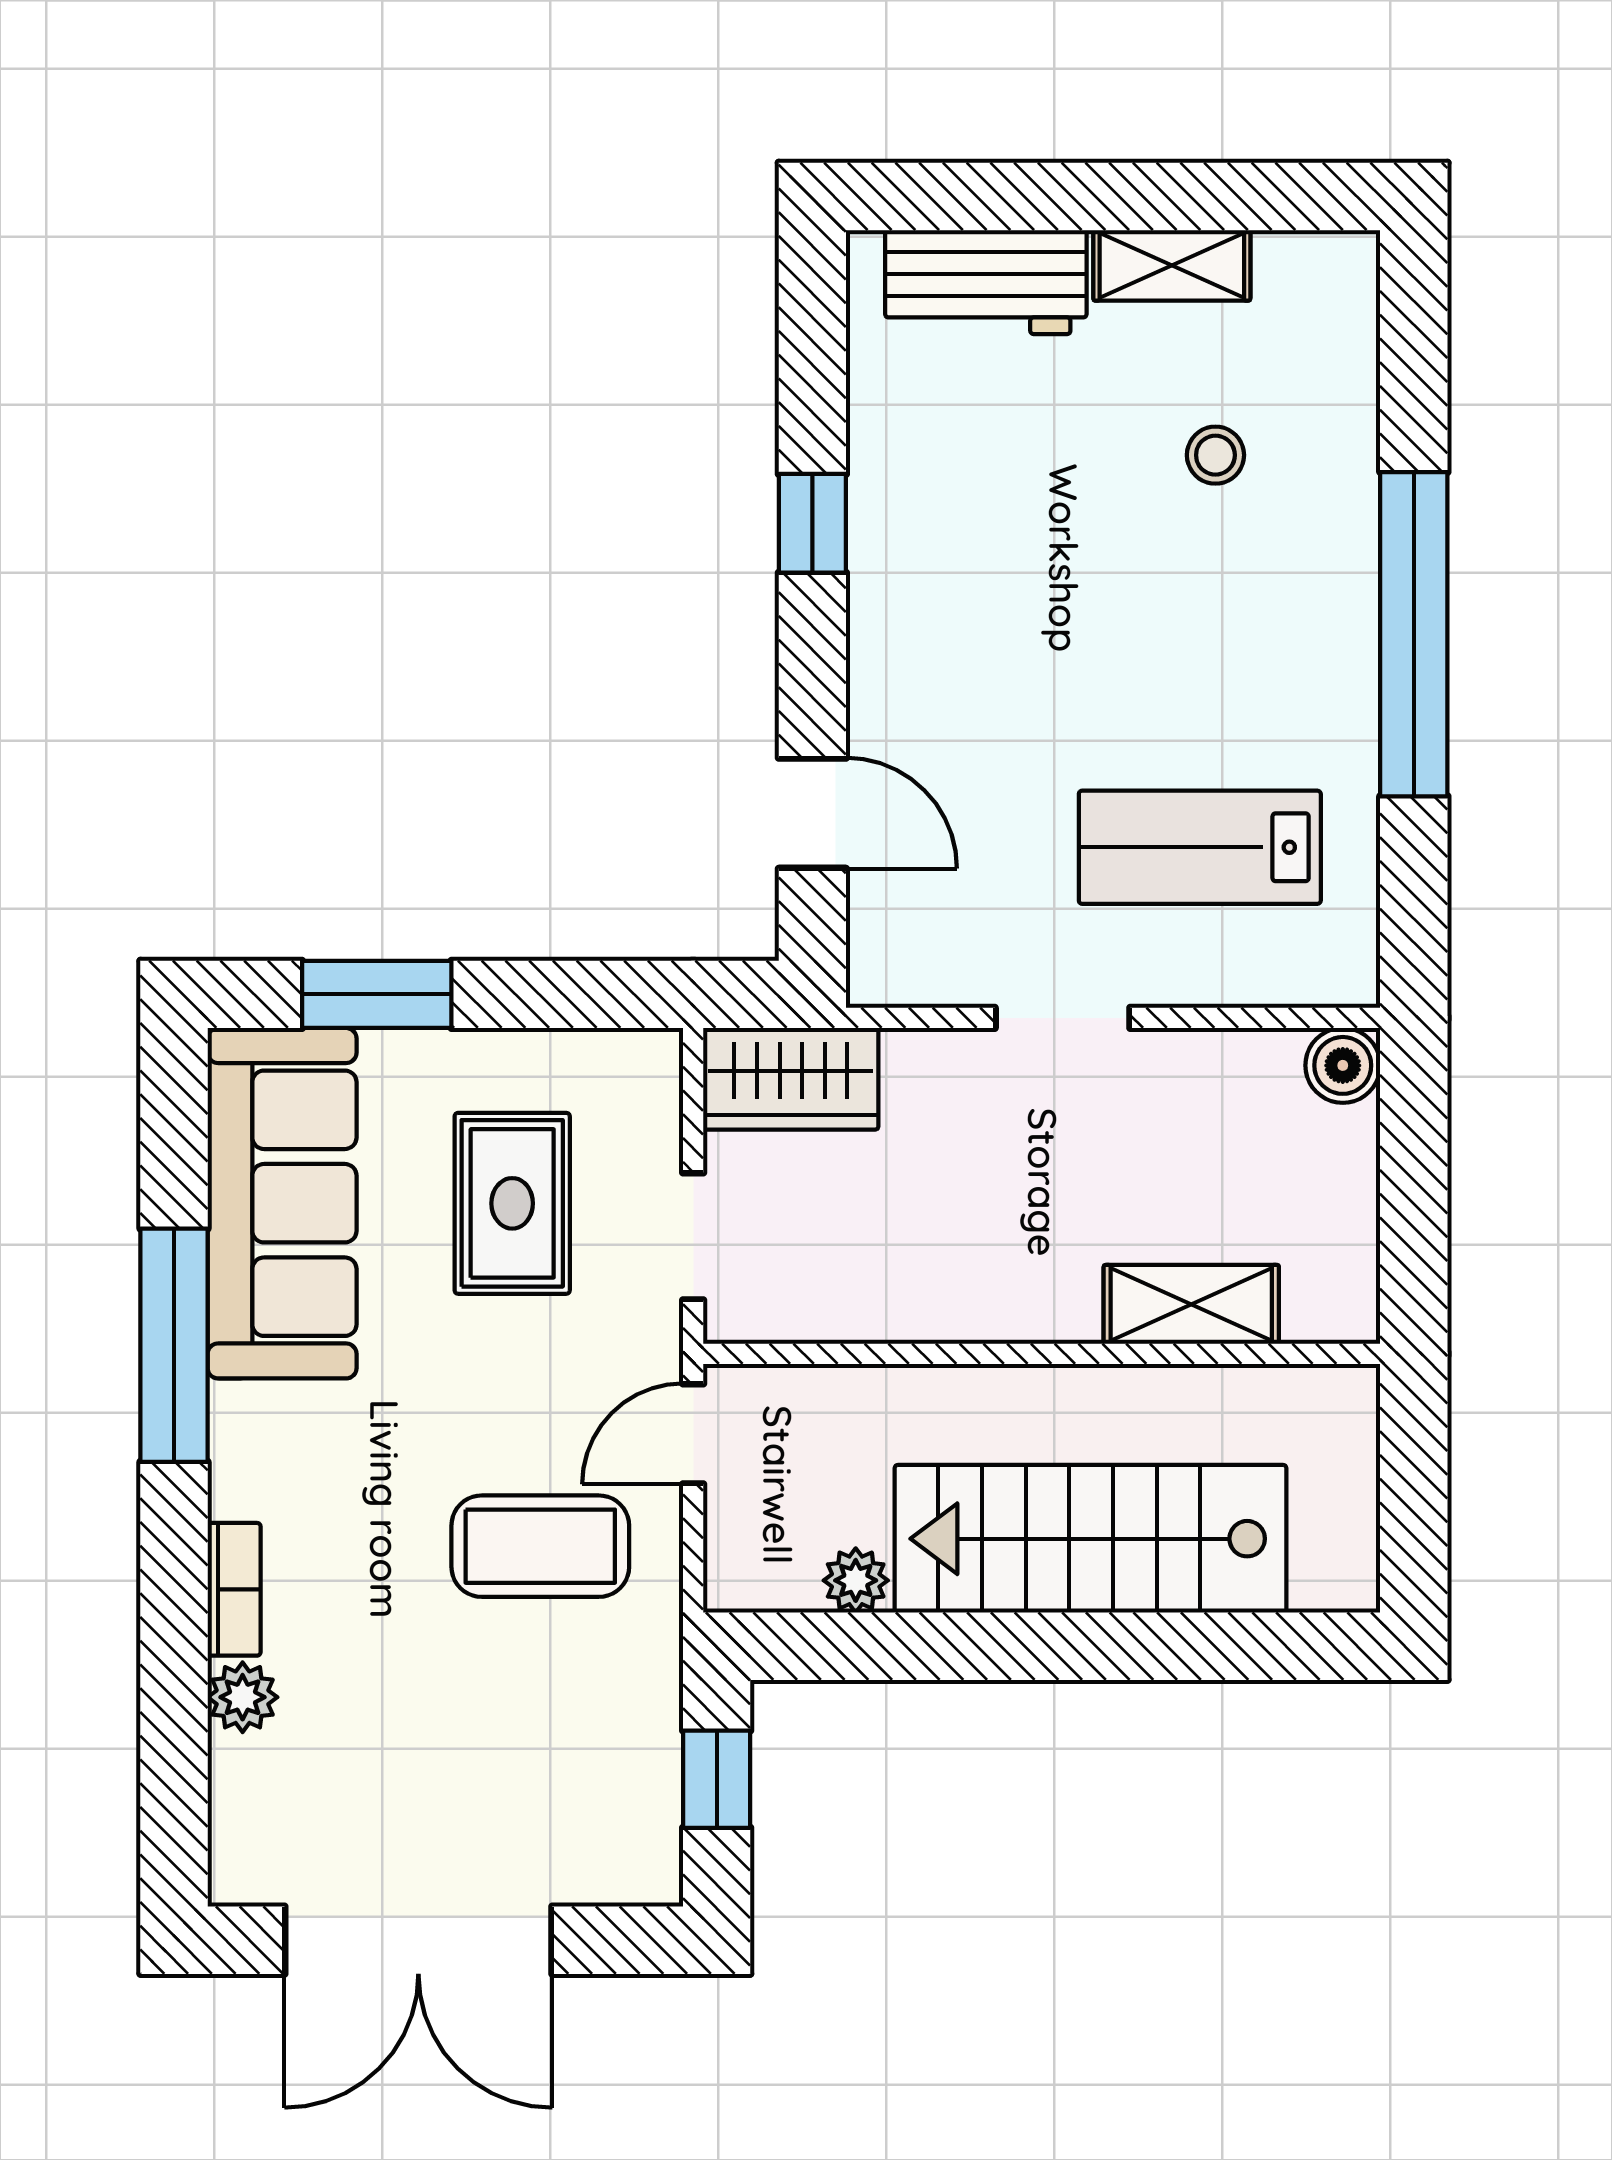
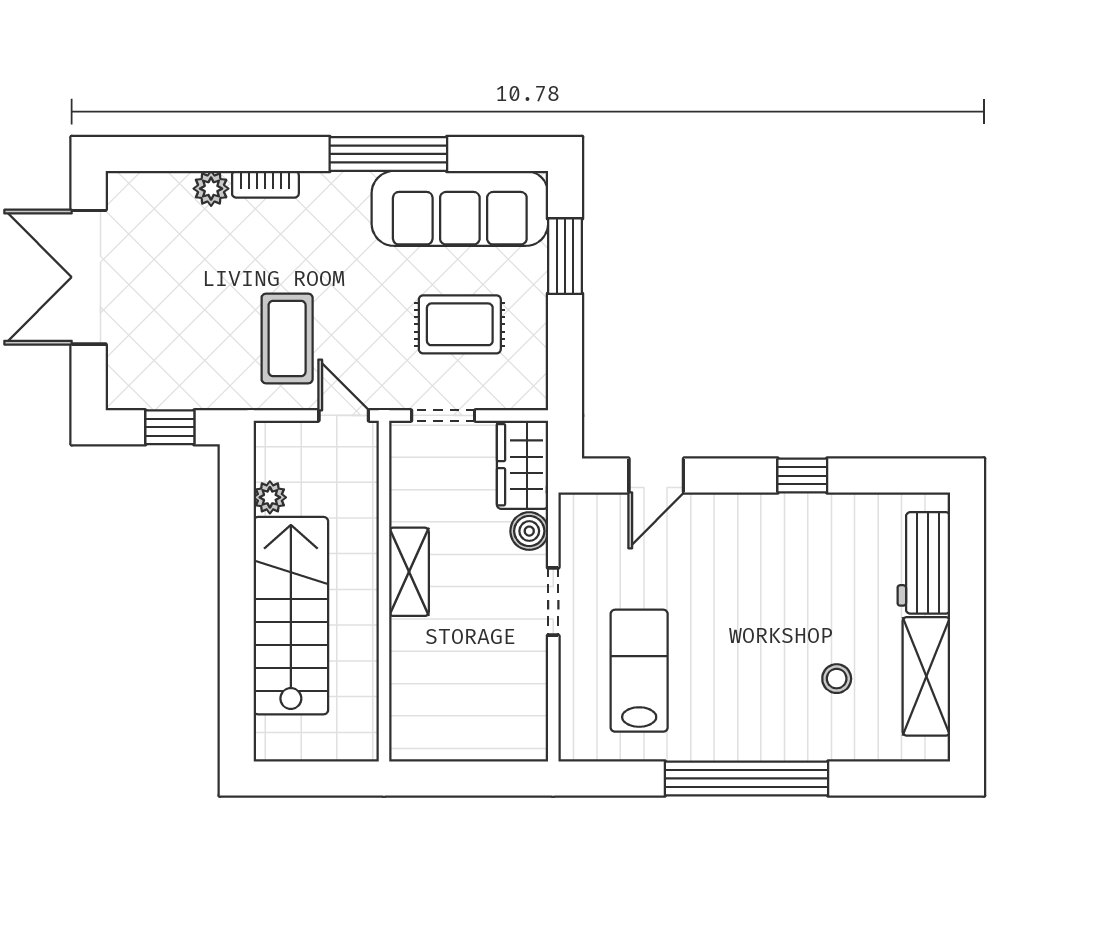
shelving: (1172, 265) -> (926, 676), width x1.50, depth x1.33
boiler: (1343, 1065) -> (529, 531), moved
shelving: (1191, 1304) -> (409, 572), moved

